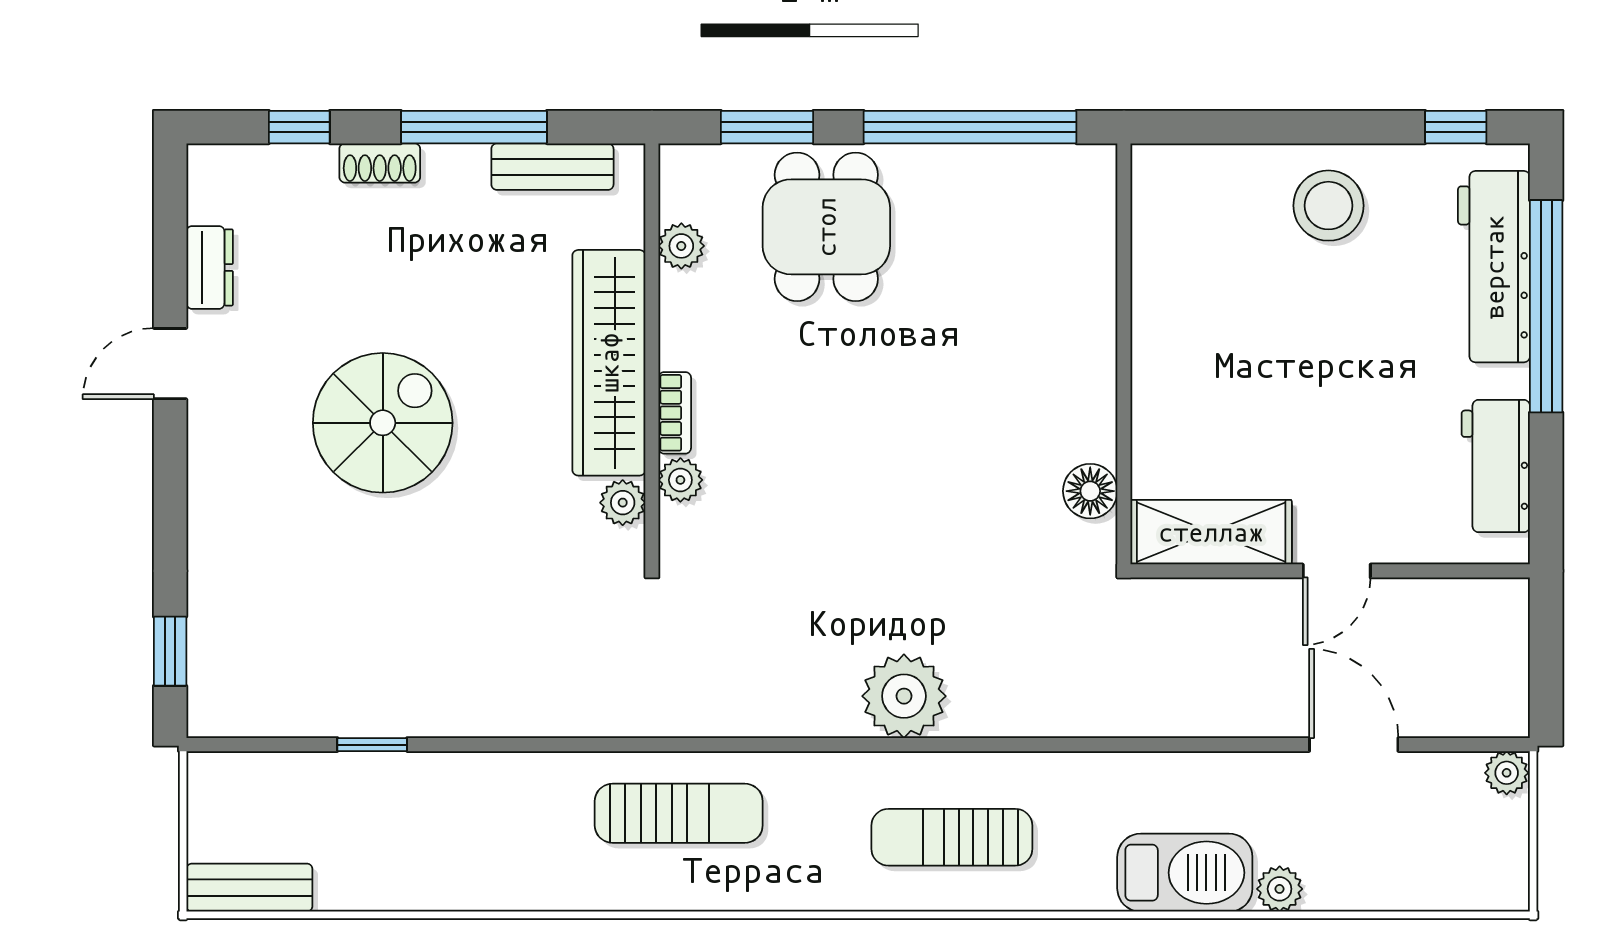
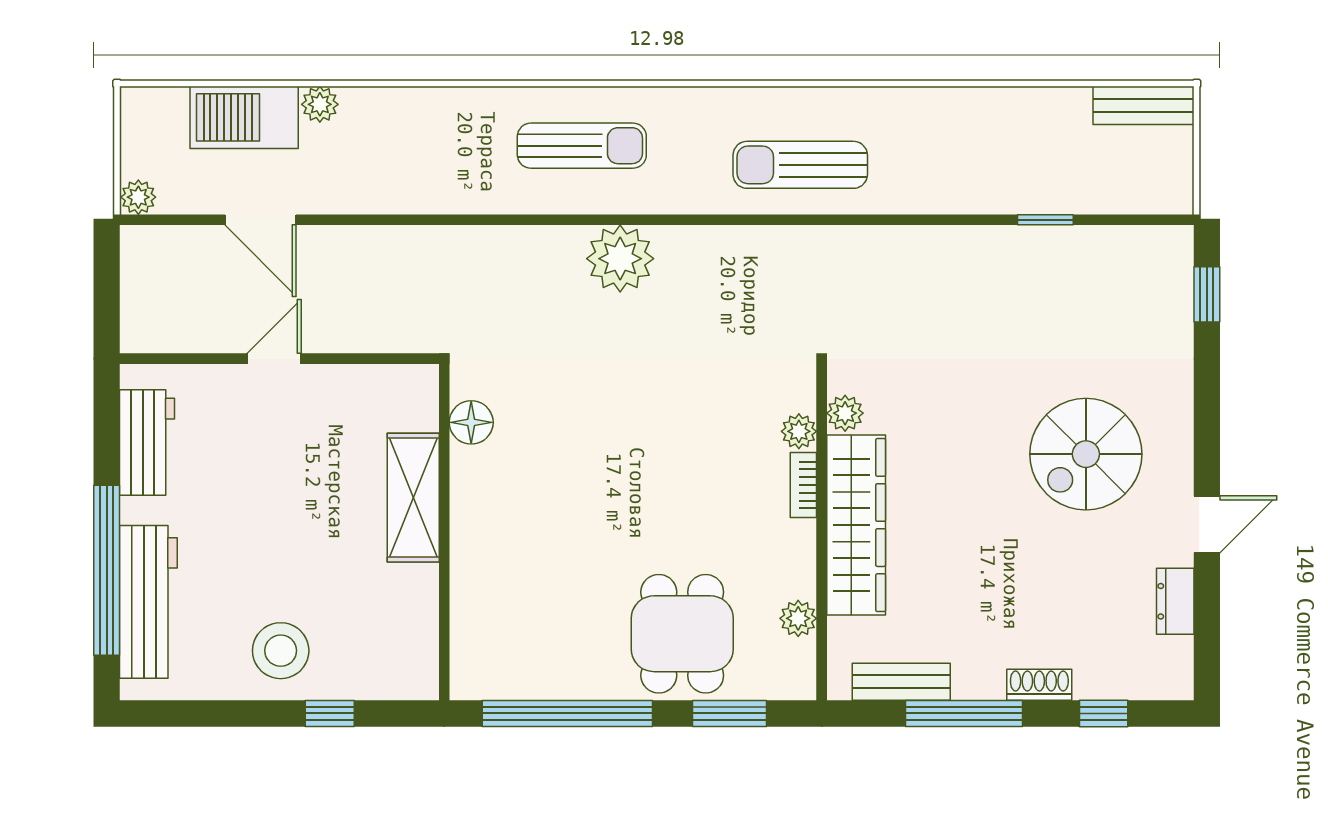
window: (1456, 127) -> (330, 713), moved
spiral stairs: (383, 423) -> (1086, 454), moved
shelving: (1211, 532) -> (413, 498), moved, turned 90
barbecue: (1185, 873) -> (244, 117), moved

